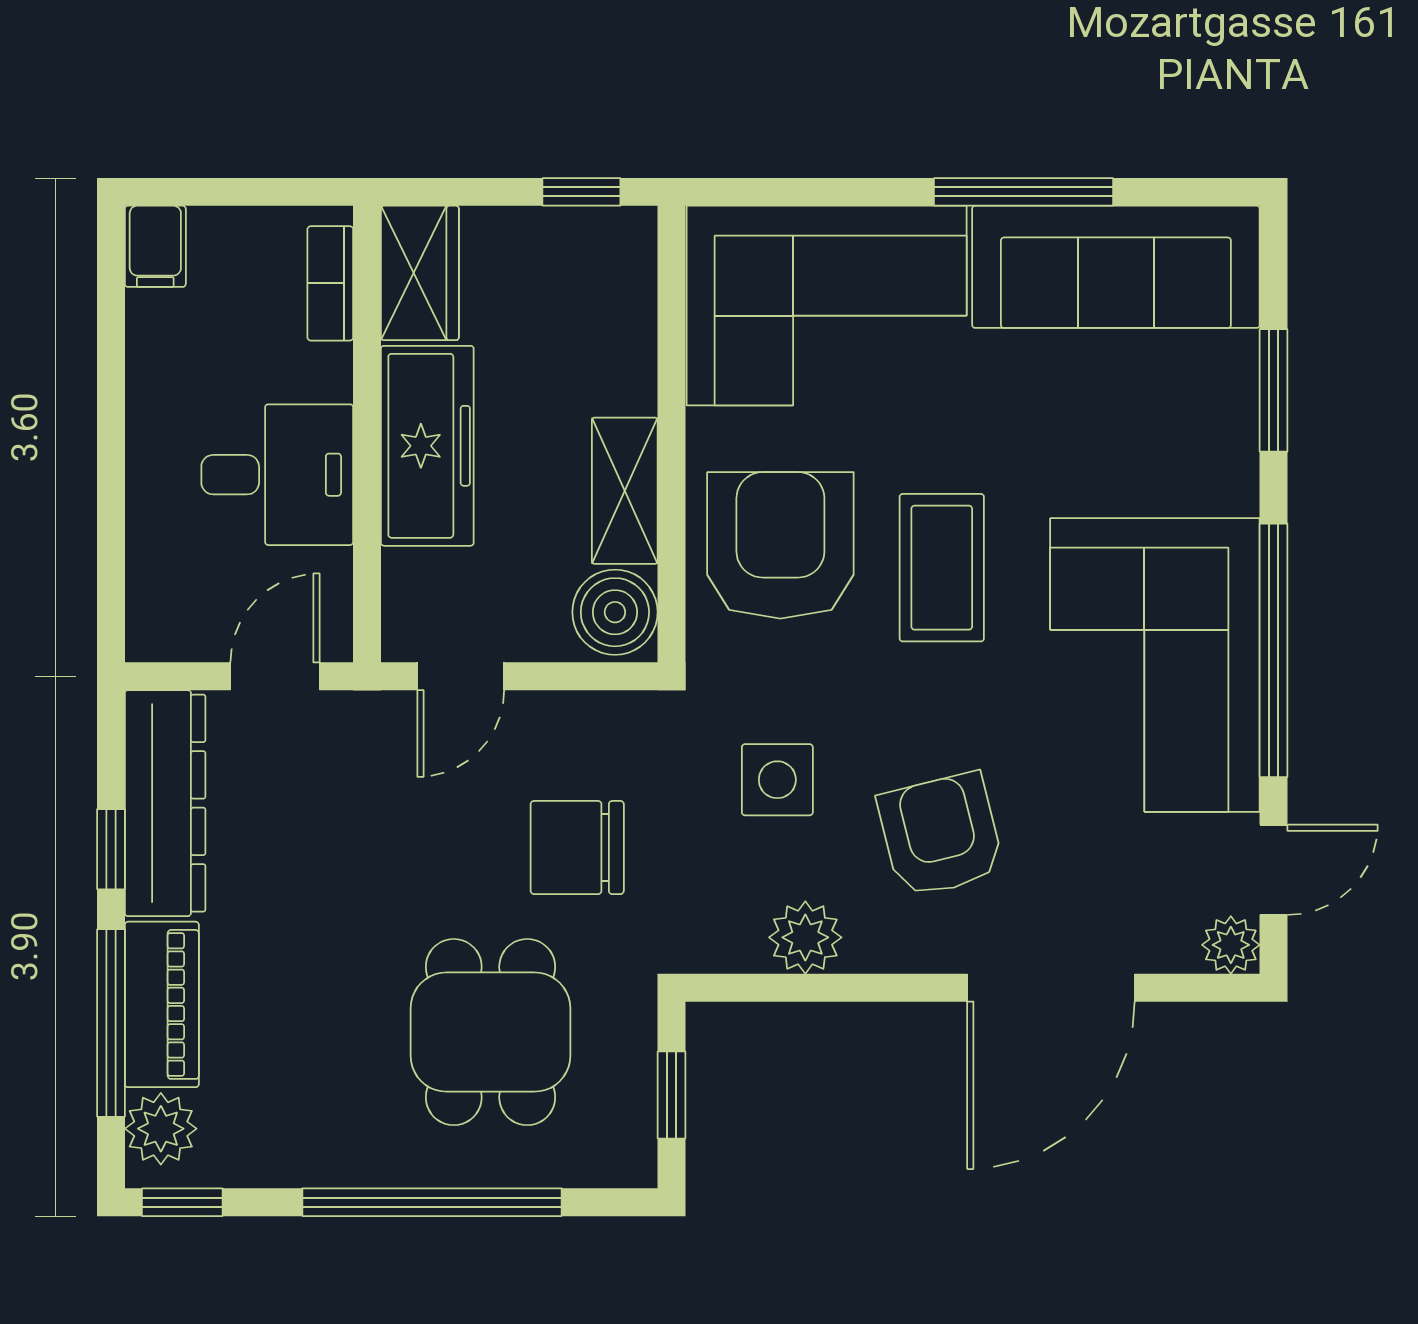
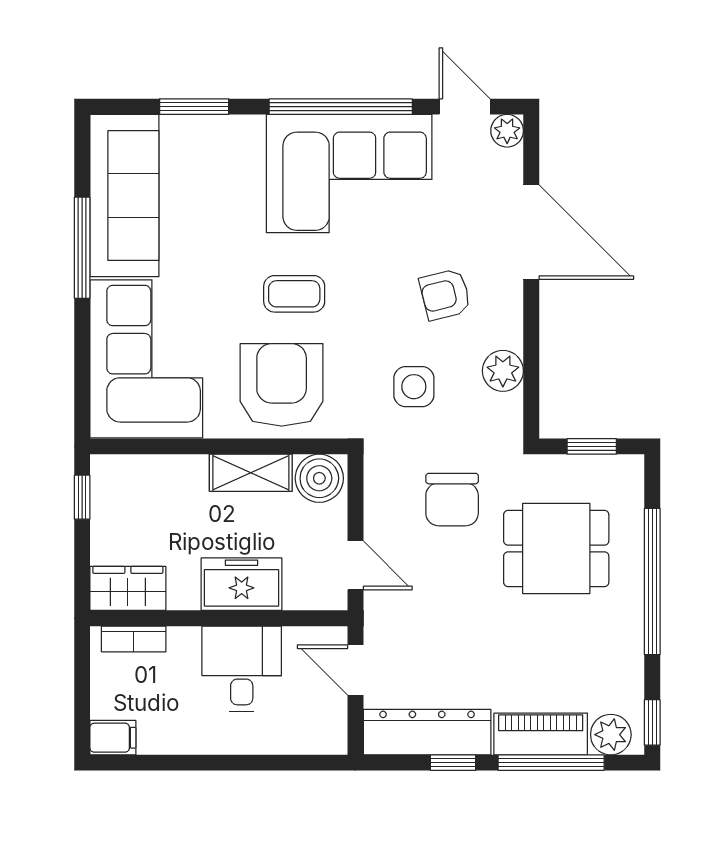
freezer: (427, 446) -> (242, 584), width x0.71
armchair: (780, 545) -> (282, 385), turned 90
coffee table: (942, 568) -> (294, 294), width x0.73, depth x0.77
armchair: (941, 835) -> (445, 294), width x0.72, depth x0.72

